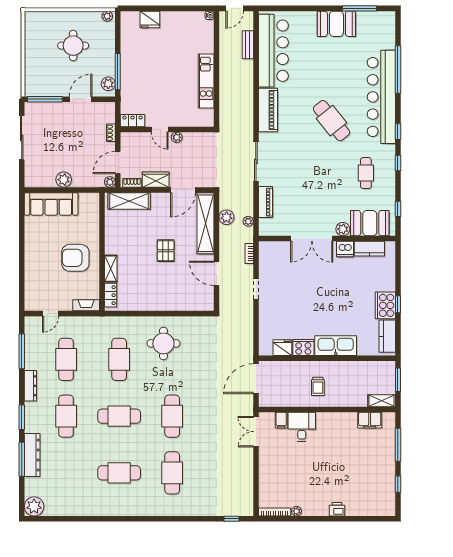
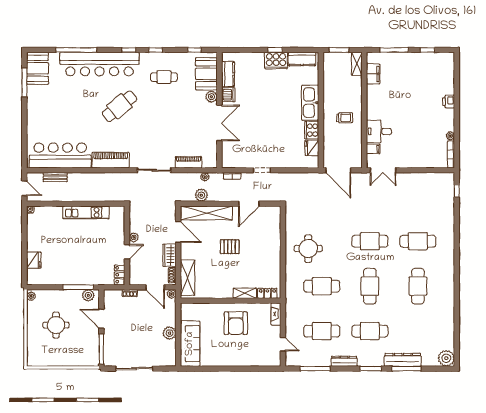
booth: (336, 24) -> (38, 68), moved

